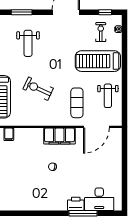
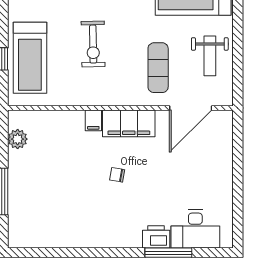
exercise bike: (38, 89) -> (93, 44), turned -116
filing cabinet: (9, 134) -> (93, 120), moved

